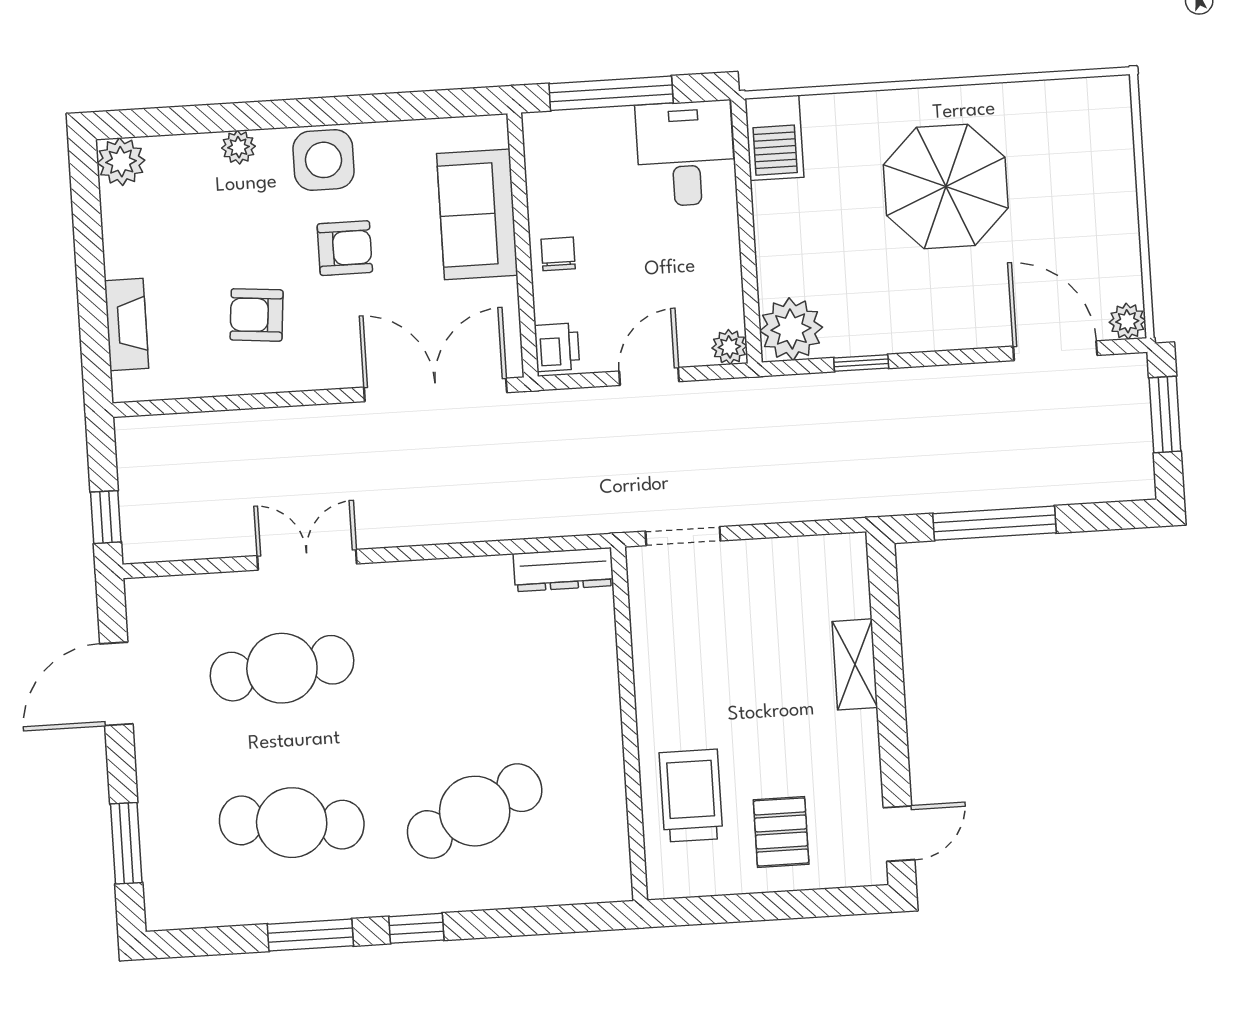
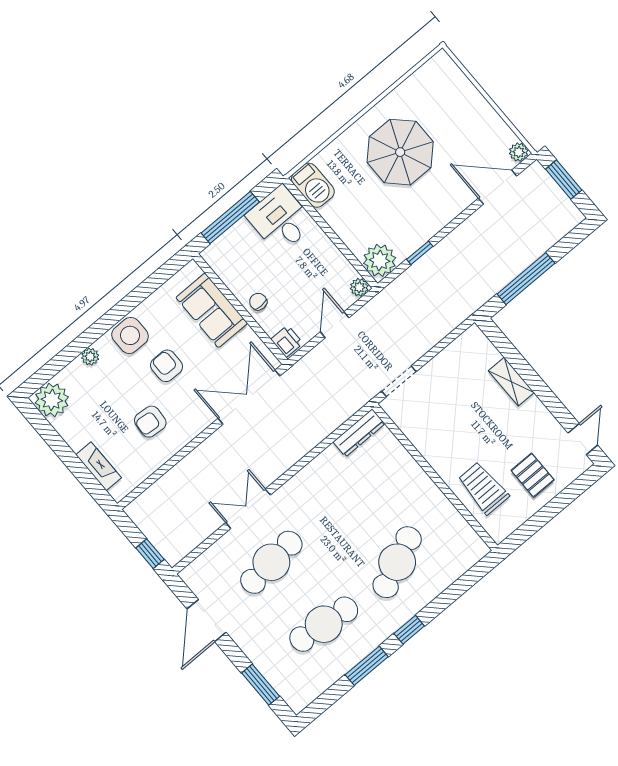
plant: (121, 162) -> (52, 400), width x1.36, depth x1.36
armchair: (345, 248) -> (167, 366), turned -90

